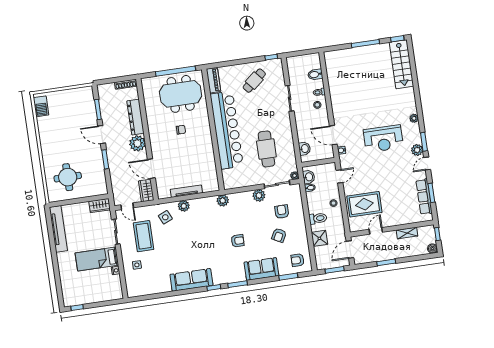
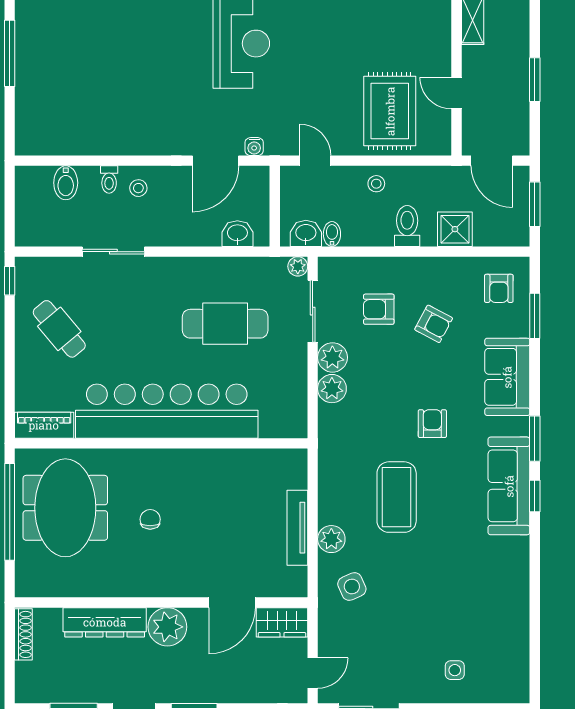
plant: (223, 200) -> (332, 389), moved
coffee table: (144, 236) -> (397, 497), moved, turned 90
sofa: (191, 280) -> (509, 486), moved

